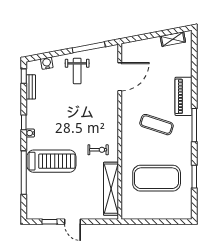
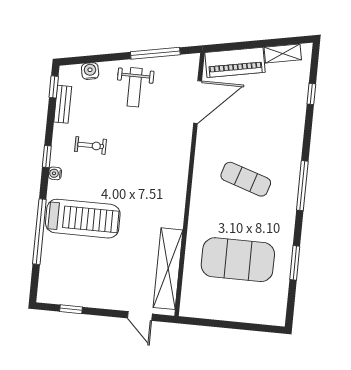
window: (194, 64) -> (311, 94), added
piano: (184, 96) -> (235, 62), moved, turned -101
exercise bike: (98, 150) -> (91, 145), moved
door: (72, 222) -> (140, 316), moved

